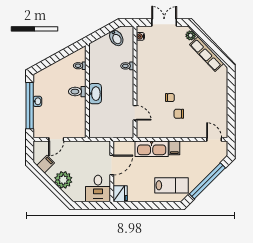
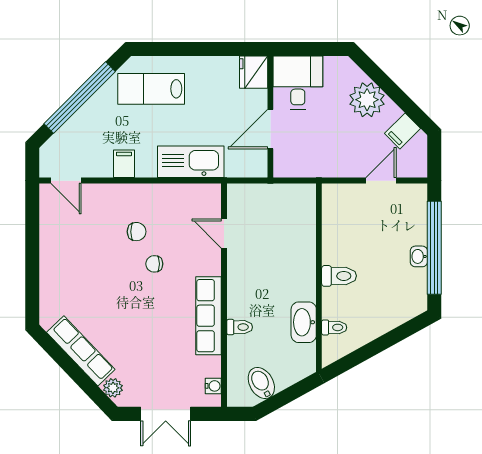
row of seats: (143, 72) -> (209, 316), added
washbasin: (95, 94) -> (304, 322), moved
filing cabinet: (174, 148) -> (124, 164), moved

